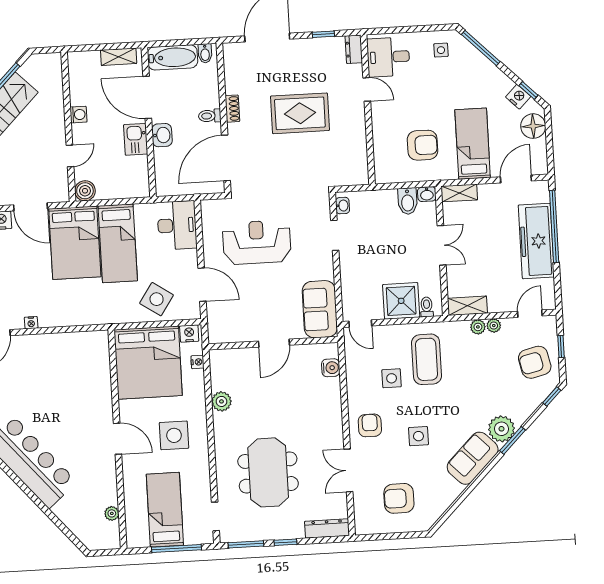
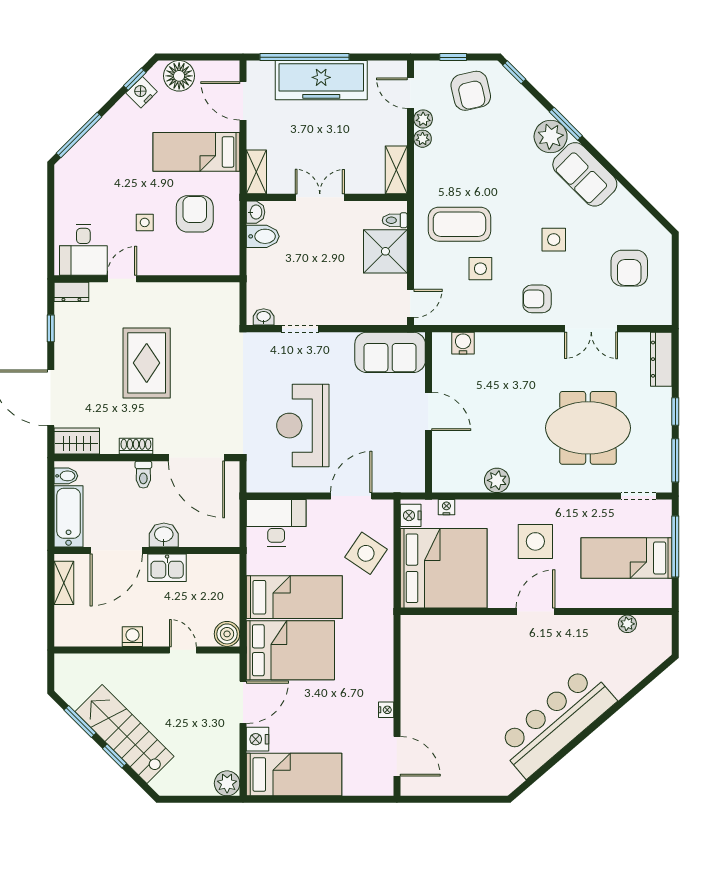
side table: (441, 50) -> (145, 222), moved
wardrobe: (234, 61) -> (77, 441), added
plant: (478, 327) -> (423, 119), moved

